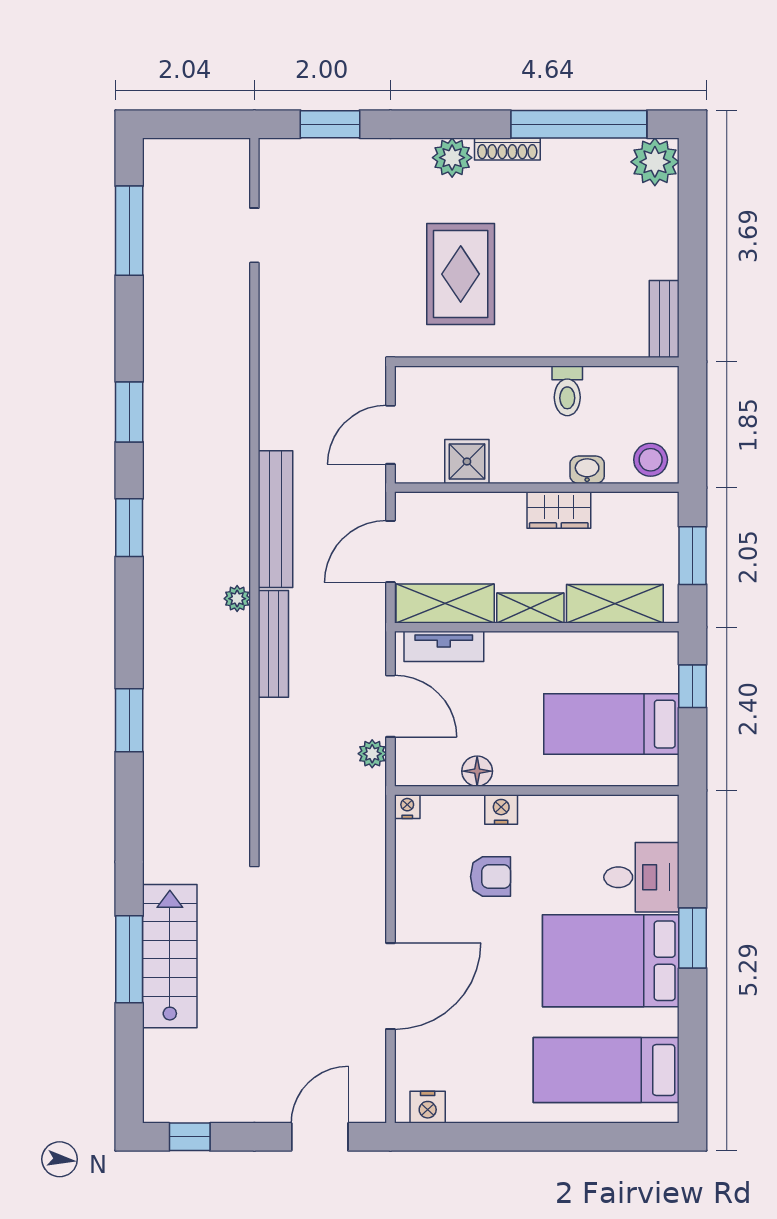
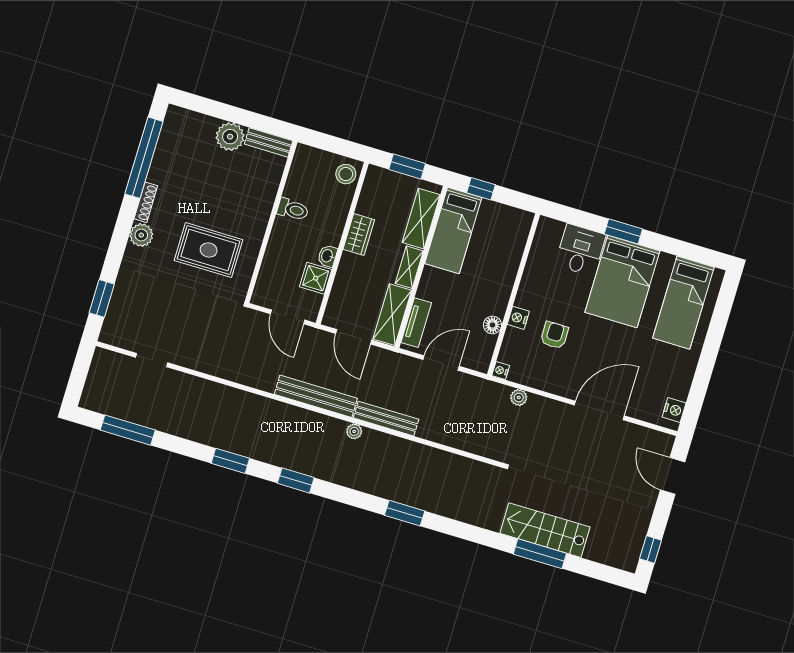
plant: (655, 162) -> (230, 137), moved
washbasin: (587, 470) -> (327, 256), moved
bed: (611, 724) -> (453, 230), moved
plant: (372, 754) -> (519, 397), moved
door: (390, 986) -> (599, 410), hinge flipped

